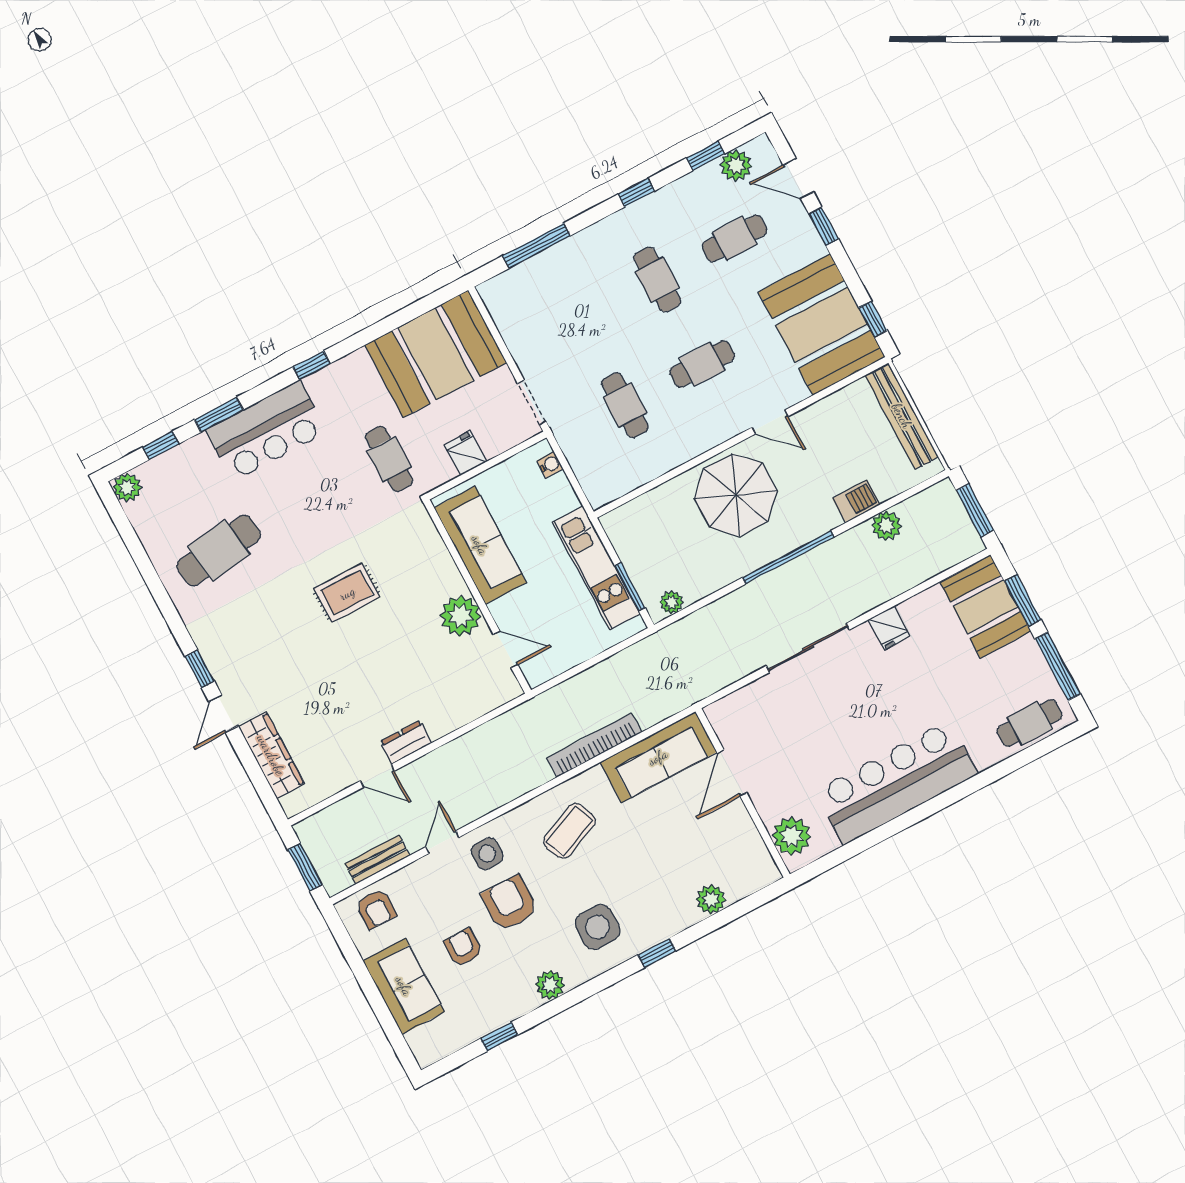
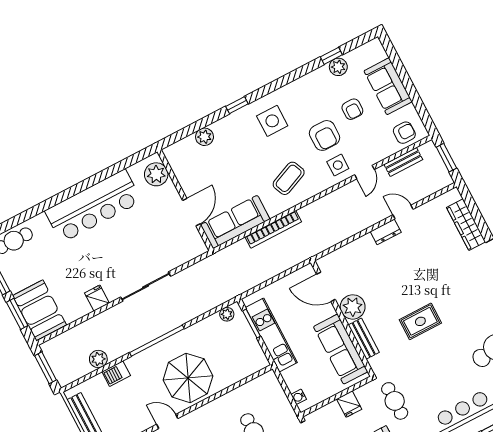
bench: (442, 563) -> (364, 339), added
door: (505, 649) -> (326, 287), width x1.38
armchair: (376, 909) -> (404, 133), turned 90
plant: (550, 985) -> (338, 67), moved

